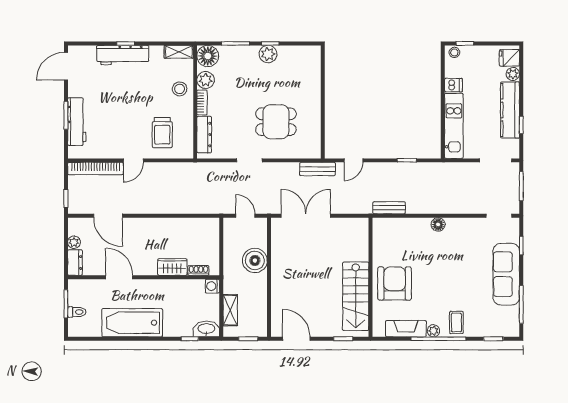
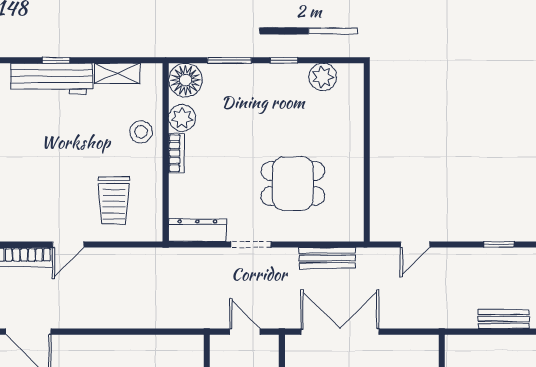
shelving: (179, 52) -> (117, 73), moved
plant: (268, 54) -> (323, 77), moved
dresser: (204, 135) -> (197, 230), moved, turned -90
bench: (317, 169) -> (327, 258), moved
bench: (389, 208) -> (504, 319), moved

